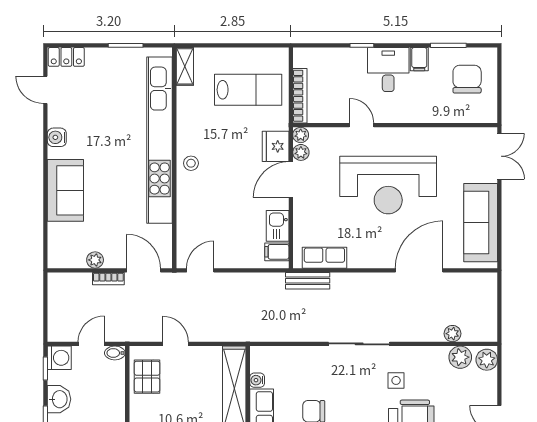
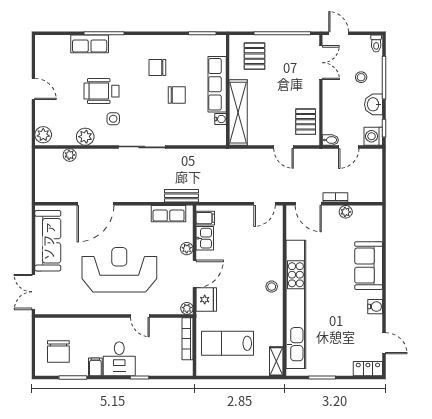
plant: (301, 152) -> (187, 249), moved
plant: (460, 357) -> (85, 137), moved

